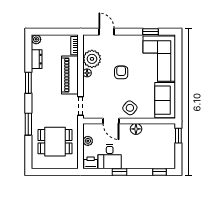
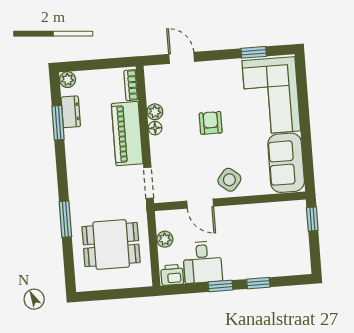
plant: (92, 59) -> (155, 112), width x0.53, depth x0.53
window: (28, 83) -> (58, 123), moved
floor lamp: (136, 129) -> (242, 214), removed
window: (160, 172) -> (258, 283), moved

